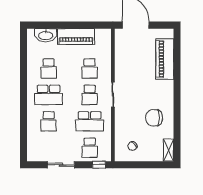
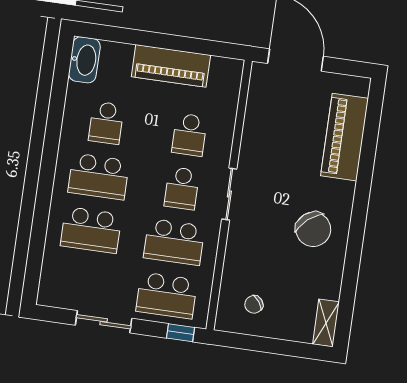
washbasin: (46, 35) -> (84, 60), moved, turned -90
chair: (154, 118) -> (313, 229), moved, turned -130
school desk: (49, 121) -> (91, 230), width x1.85
school desk: (90, 148) -> (167, 295), width x1.85

